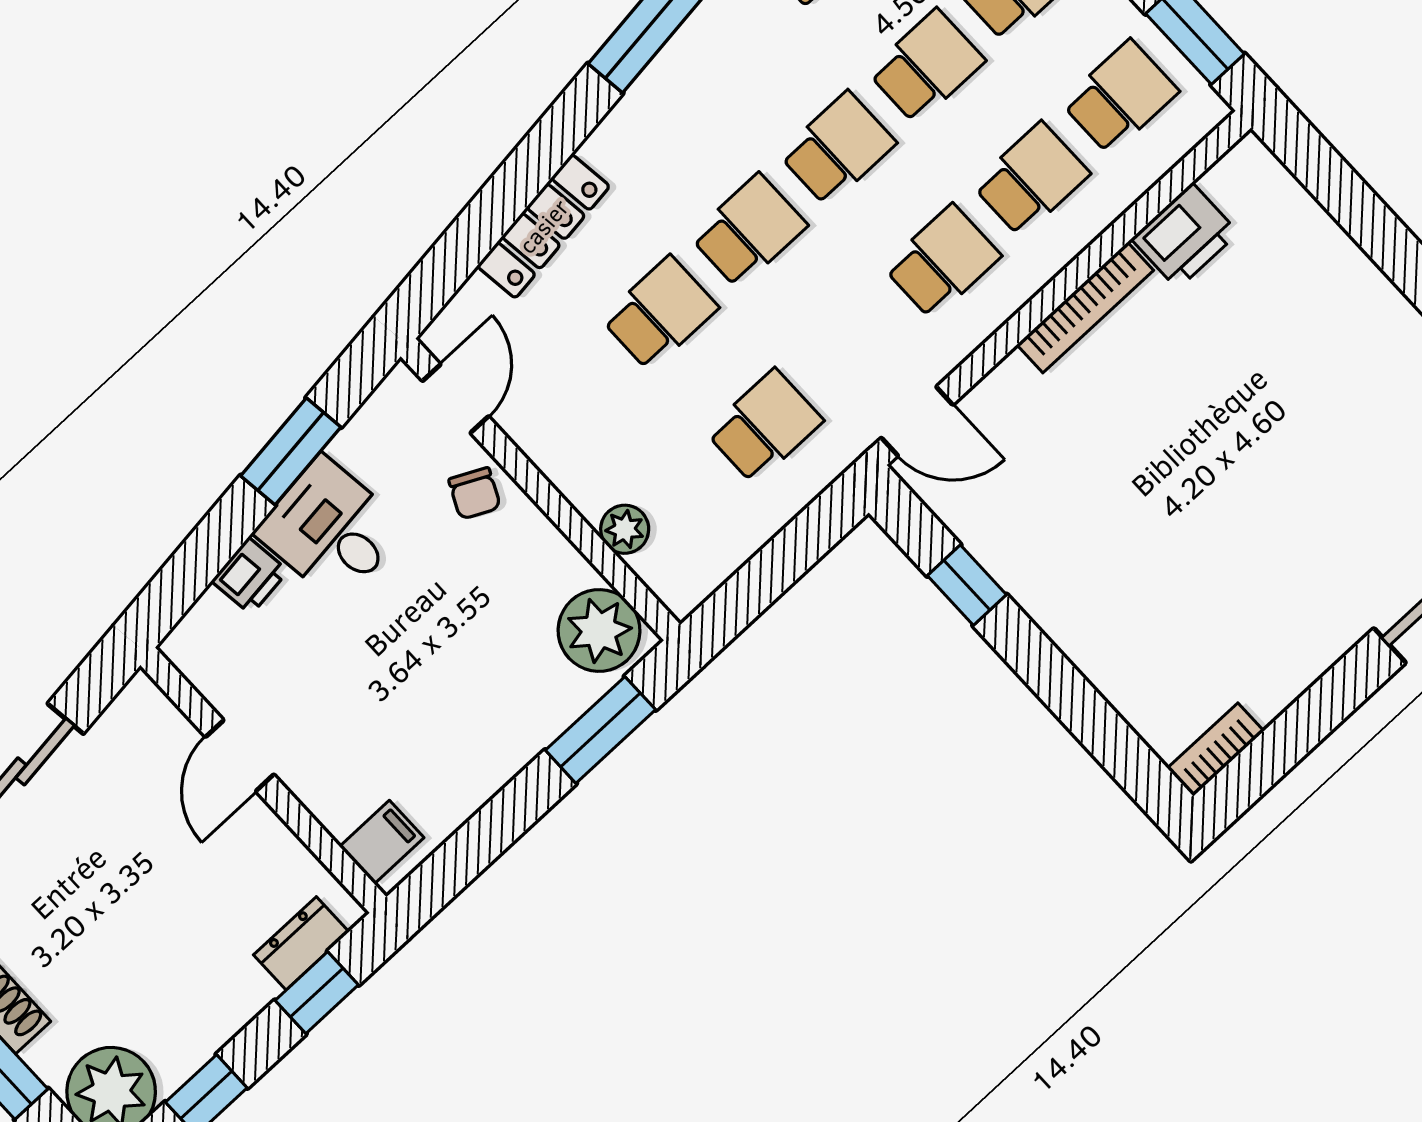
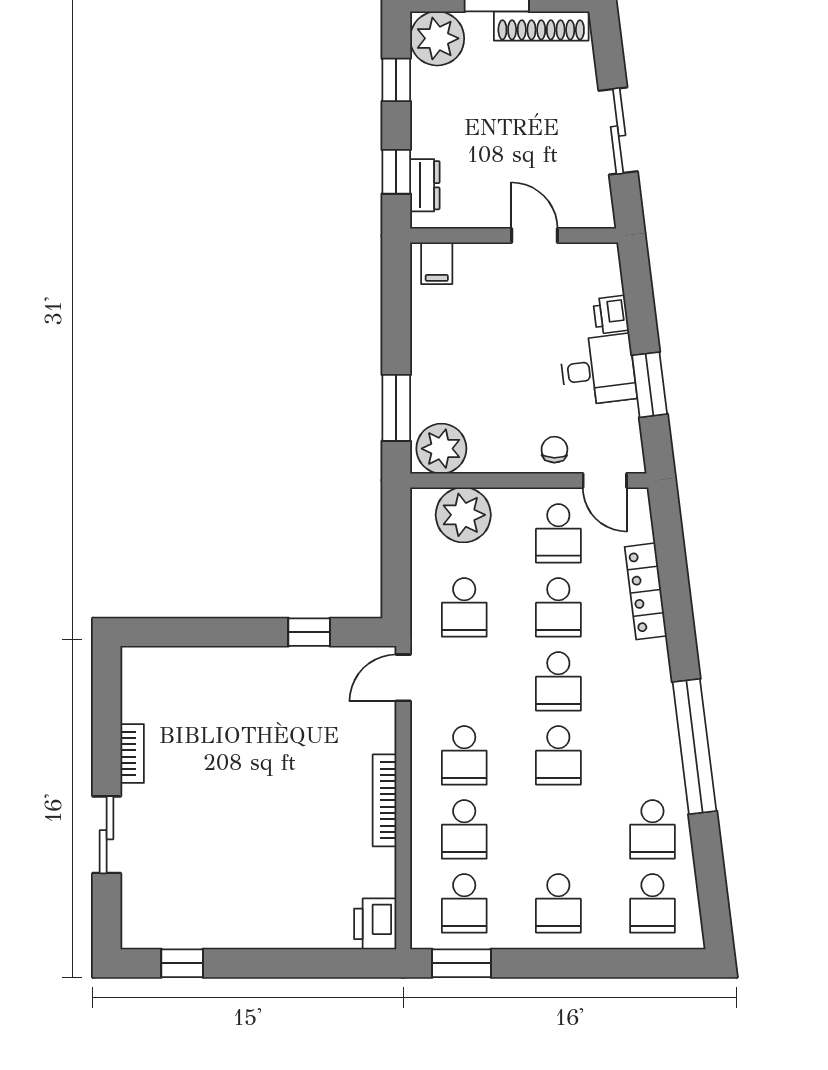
school desk: (926, 66) -> (558, 533), moved
printer: (1185, 236) -> (375, 924), moved
chair: (475, 493) -> (554, 450), turned 65
plant: (625, 529) -> (463, 515), width x1.87, depth x1.87
bookcase: (1216, 750) -> (132, 753), moved

